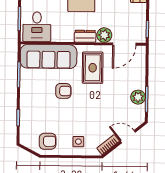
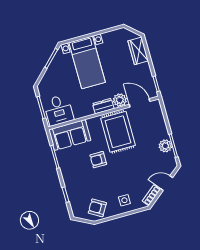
door: (124, 44) -> (140, 103), swing flipped
sofa: (49, 56) -> (70, 135), width x0.73
rug: (93, 68) -> (118, 132), width x1.36, depth x1.43
armchair: (63, 91) -> (98, 160), turned 180
armchair: (48, 141) -> (97, 208), turned -148

